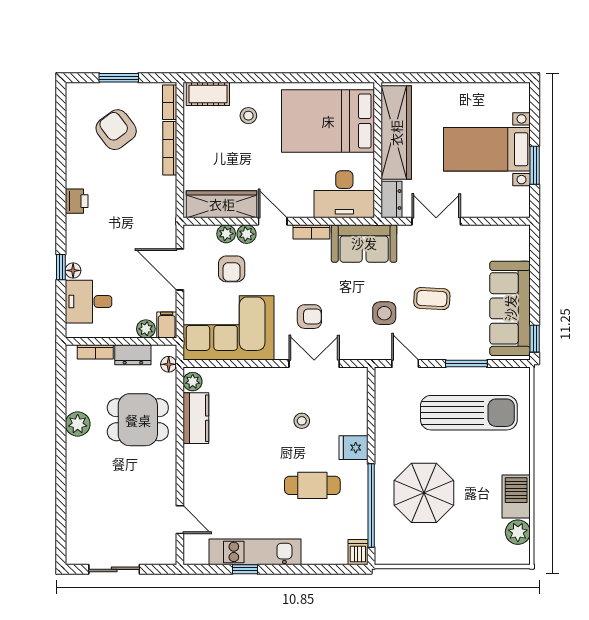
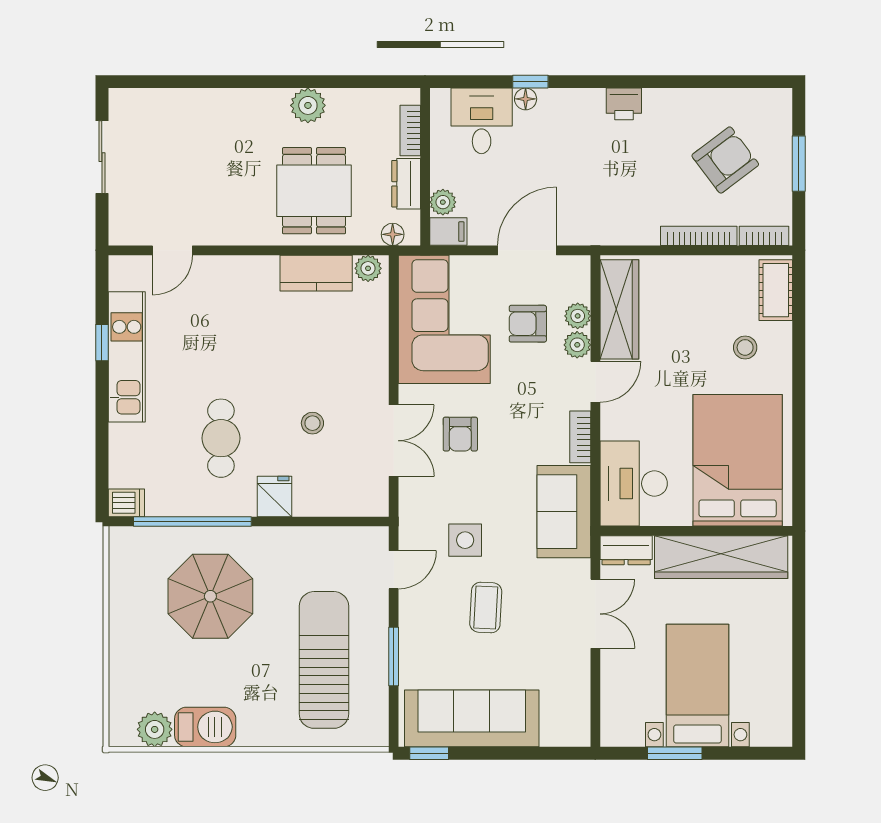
sun lounger: (469, 413) -> (324, 660), turned 180

